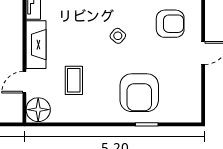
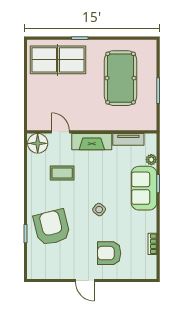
armchair: (170, 24) -> (109, 253), turned 90
armchair: (139, 93) -> (52, 227), turned 76

